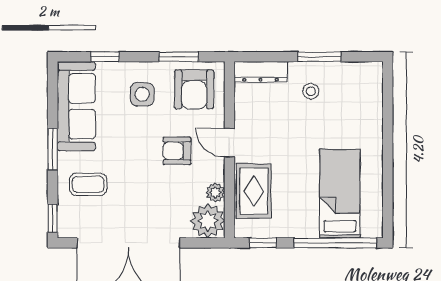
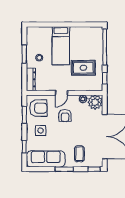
rug: (254, 191) -> (83, 68), moved
bed: (340, 194) -> (61, 46), moved, turned -90

